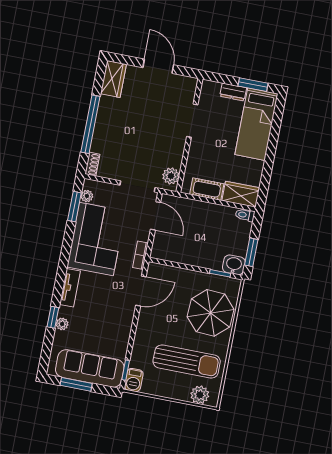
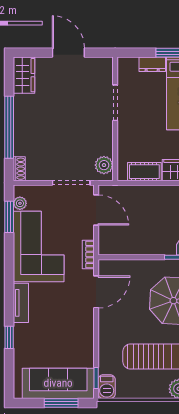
plant: (62, 324) -> (20, 342), removed
window: (76, 384) -> (61, 403), moved

